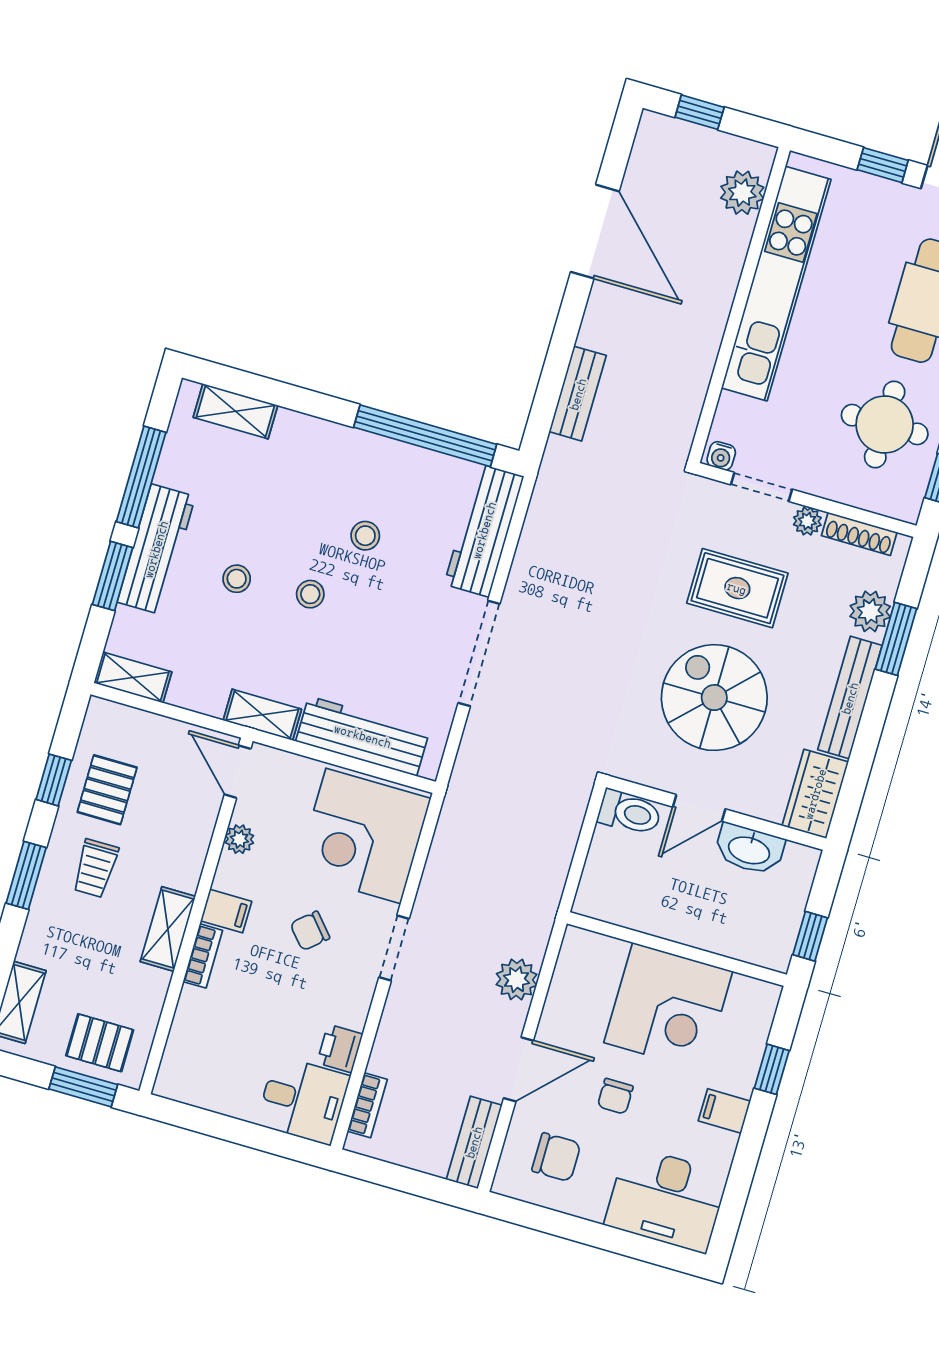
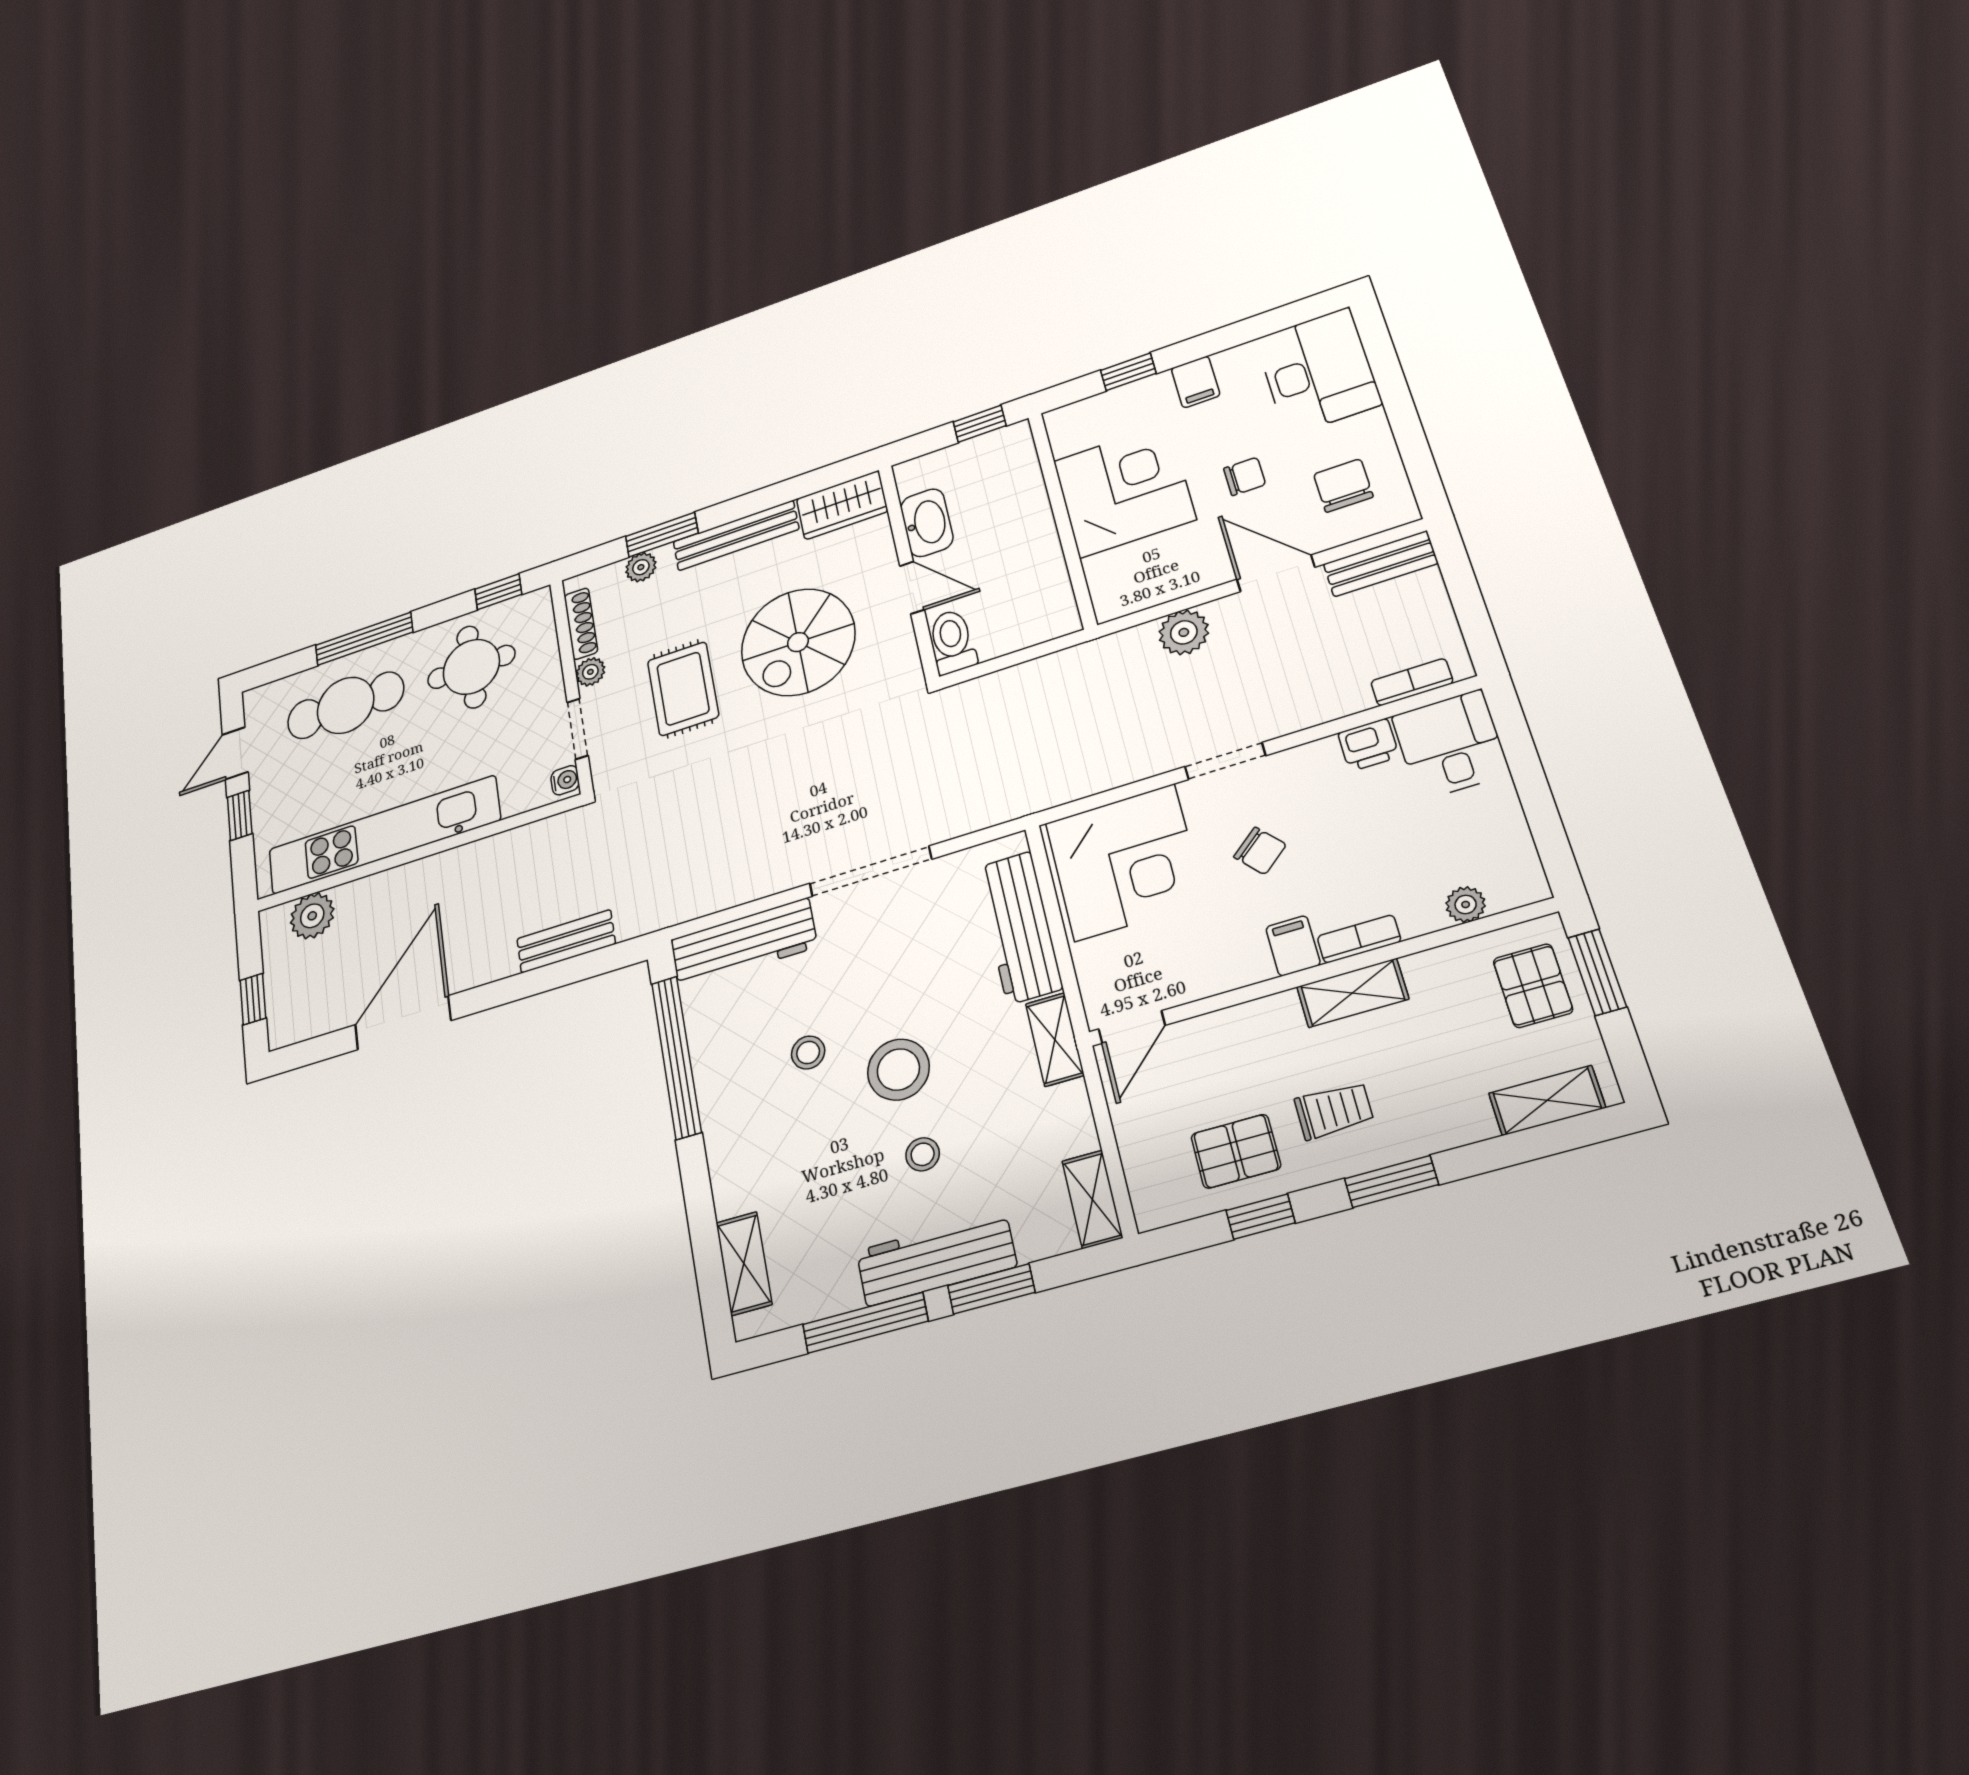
stool: (310, 594) -> (898, 1070), width x1.89, depth x1.89
plant: (870, 611) -> (641, 567), width x0.73, depth x0.73
plant: (239, 839) -> (1466, 905), moved

